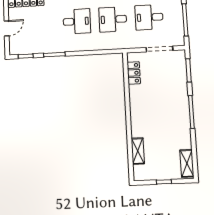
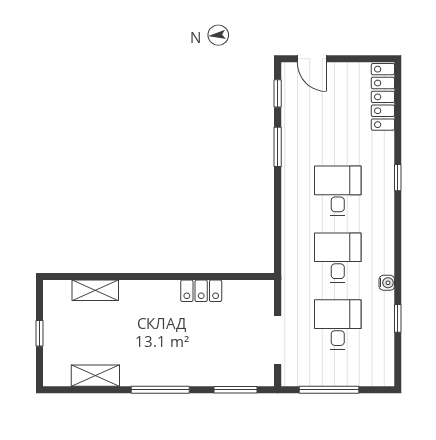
desk: (77, 21) -> (338, 191), turned 180
door: (7, 28) -> (312, 59), moved
locker: (134, 73) -> (201, 291), moved
shelving: (187, 163) -> (95, 376), moved

